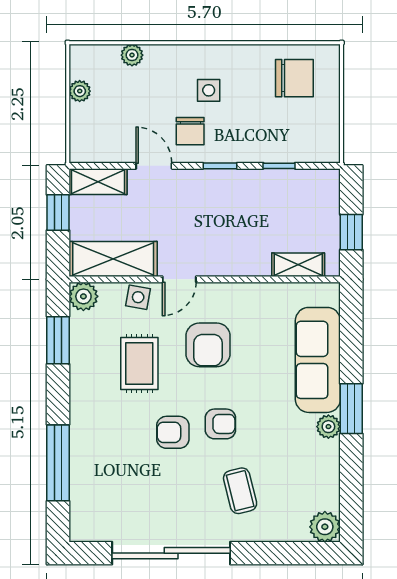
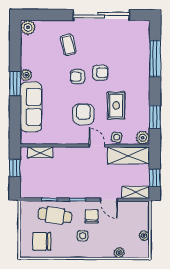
cafe table: (267, 132) -> (55, 216), added
door: (179, 279) -> (97, 146), hinge flipped

